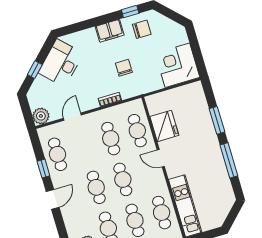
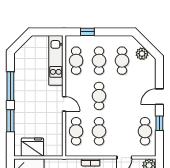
fridge: (164, 126) -> (32, 147), moved, turned 90
cafe table: (96, 187) -> (122, 96), removed

